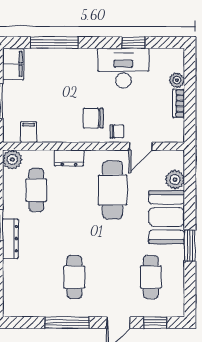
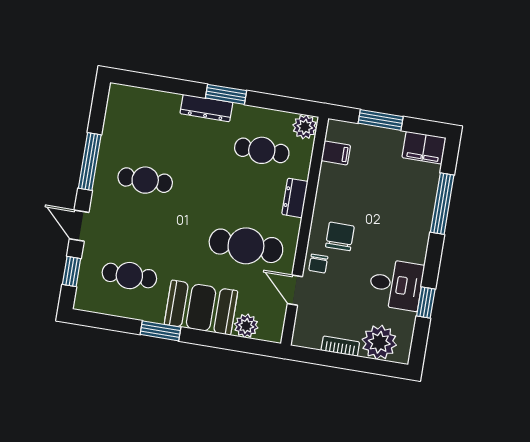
desk: (123, 68) -> (396, 284), width x0.73
plant: (177, 80) -> (379, 342), width x1.87, depth x1.87

